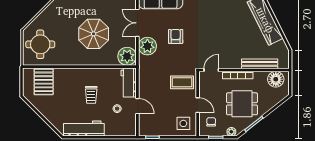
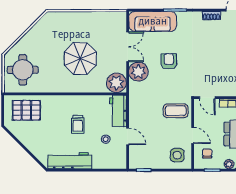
double door: (137, 23) -> (128, 47), swing flipped
door: (211, 70) -> (207, 98), swing flipped
pallet: (44, 82) -> (26, 110), turned 90

